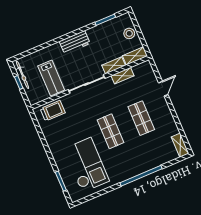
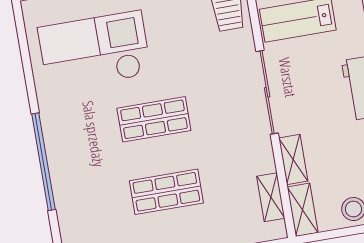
shelving: (122, 76) -> (271, 197), moved
checkout: (86, 165) -> (94, 51), turned 180

